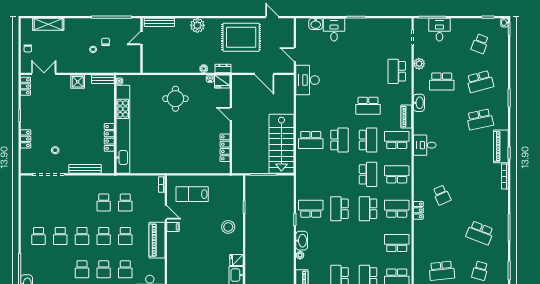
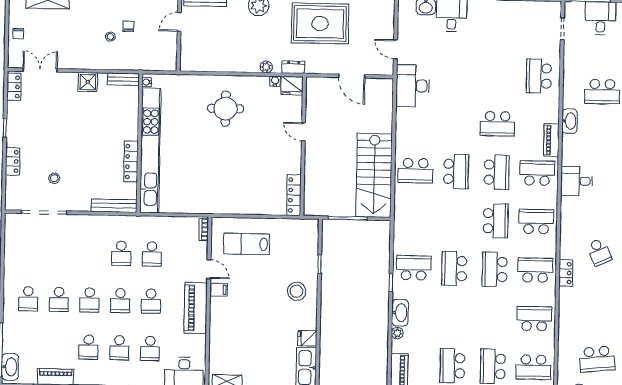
plant: (419, 64) -> (571, 66), removed
locker: (225, 148) -> (294, 195), moved
bench: (85, 169) -> (114, 206), moved

